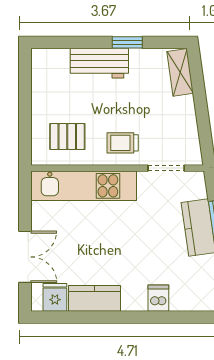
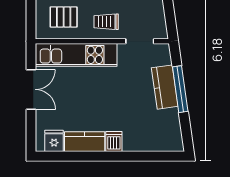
double door: (25, 257) -> (31, 89), moved
dishwasher: (158, 298) -> (114, 142), moved

